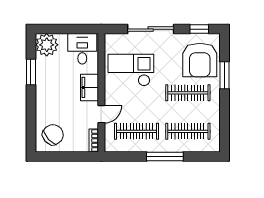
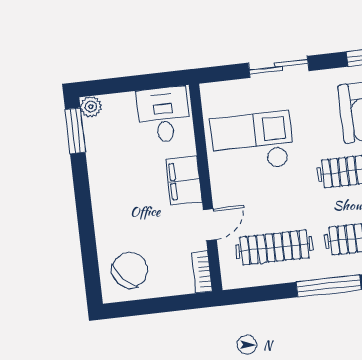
sliding door: (151, 29) -> (279, 67), width x0.73
plant: (47, 45) -> (91, 107), width x0.53, depth x0.53
window: (31, 72) -> (75, 131), moved

